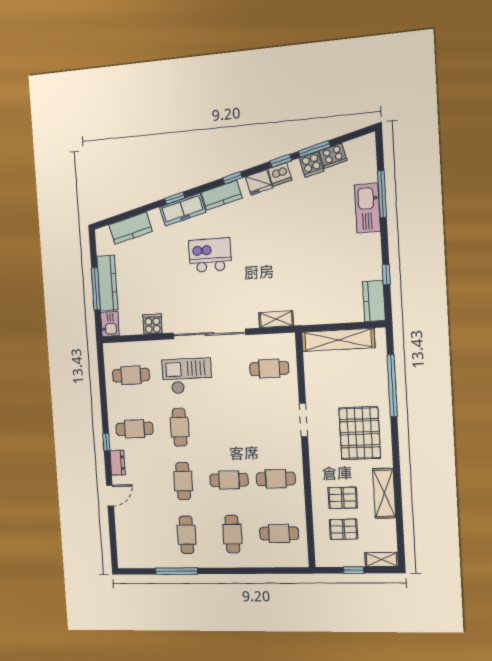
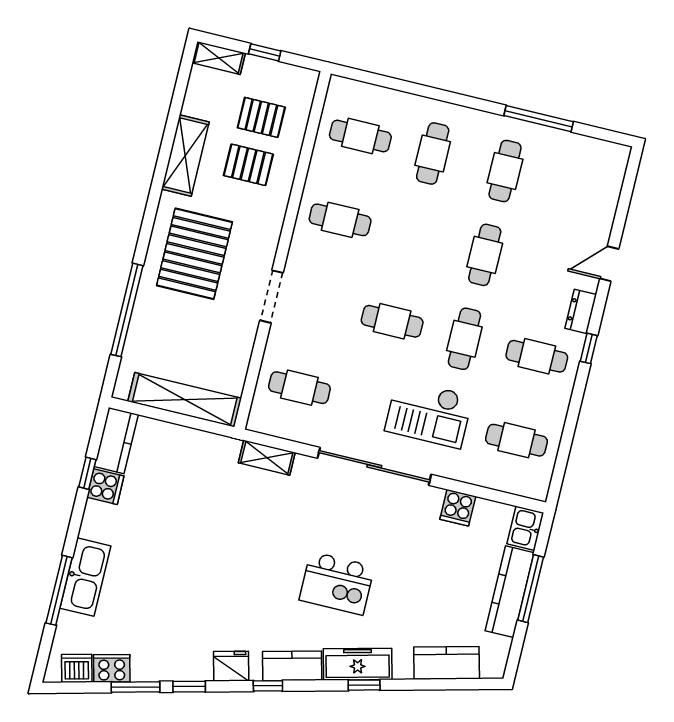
cooker: (311, 164) -> (105, 487), moved, turned 104
dishwasher: (280, 174) -> (77, 668), moved
cafe table: (229, 480) -> (392, 321), moved

